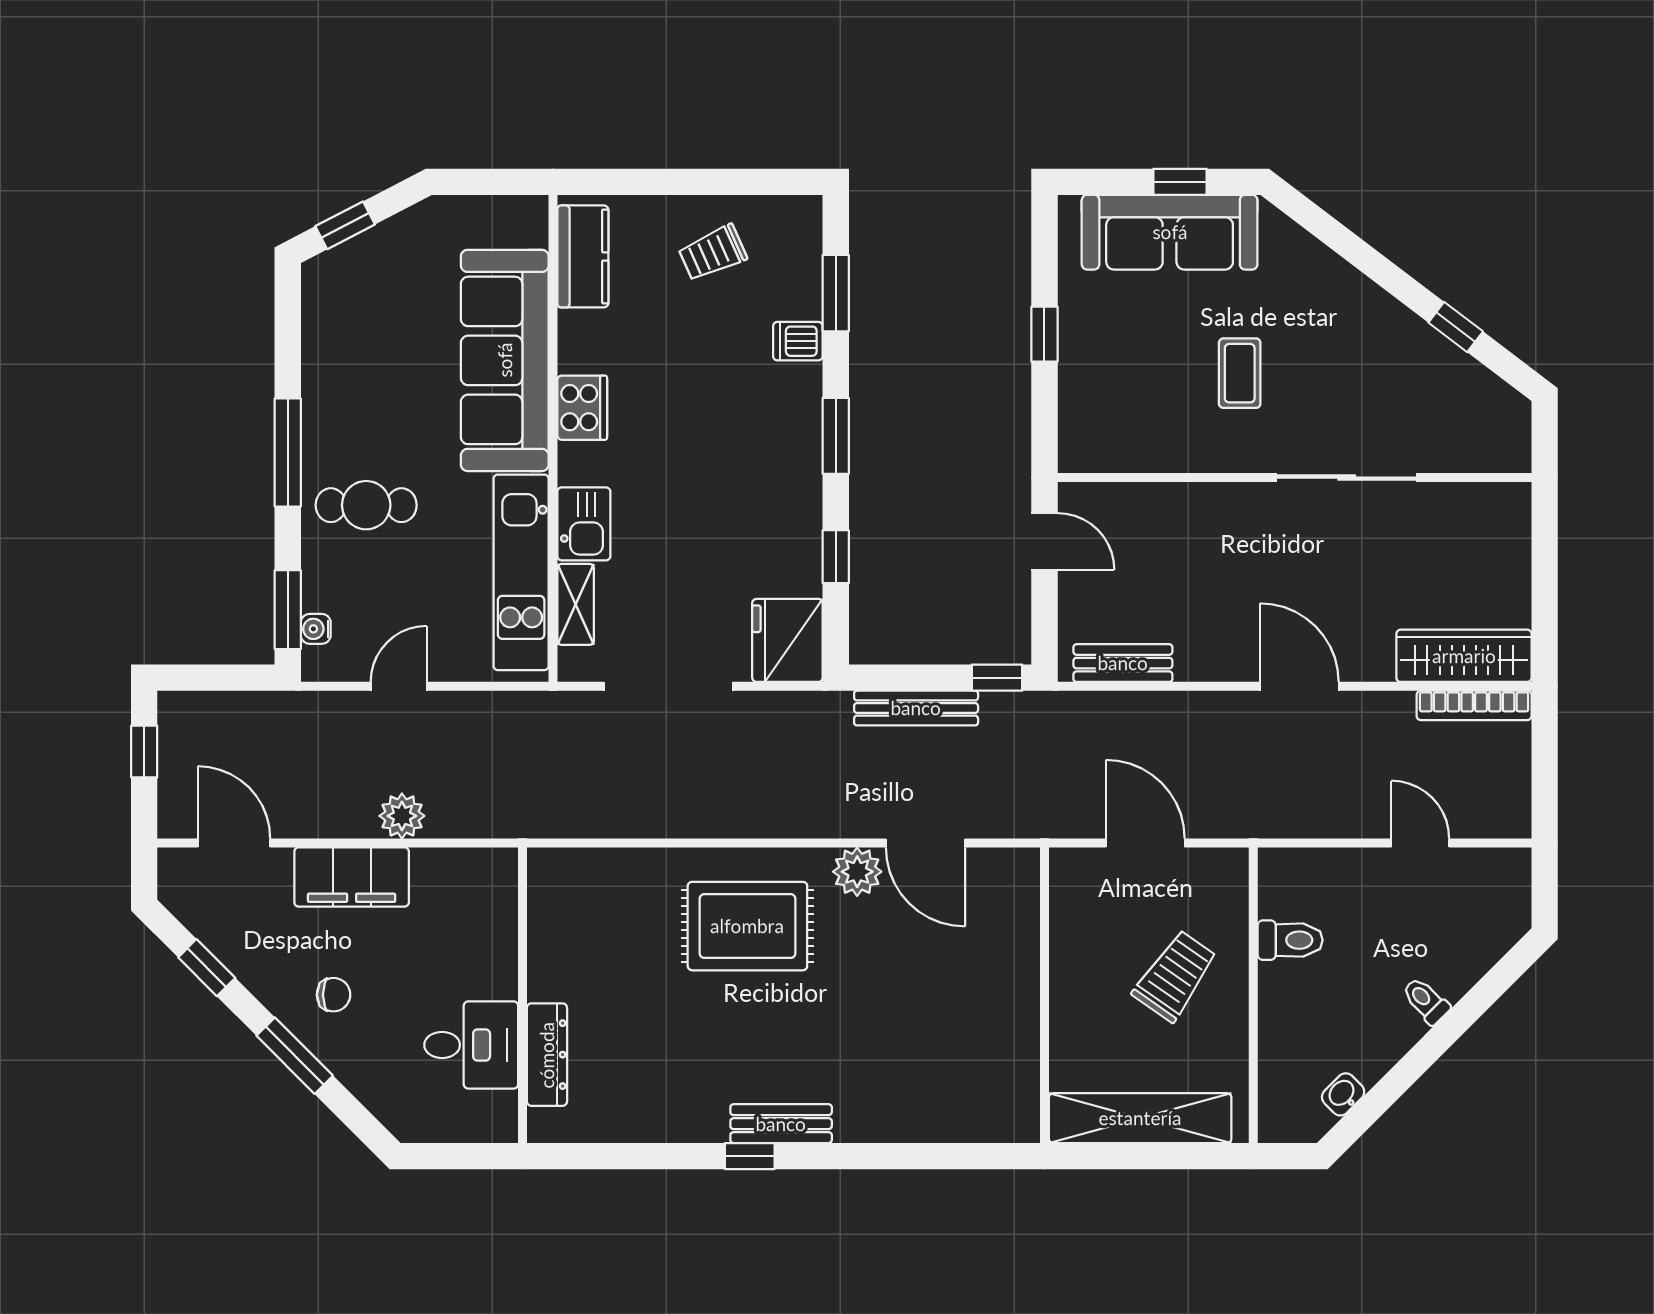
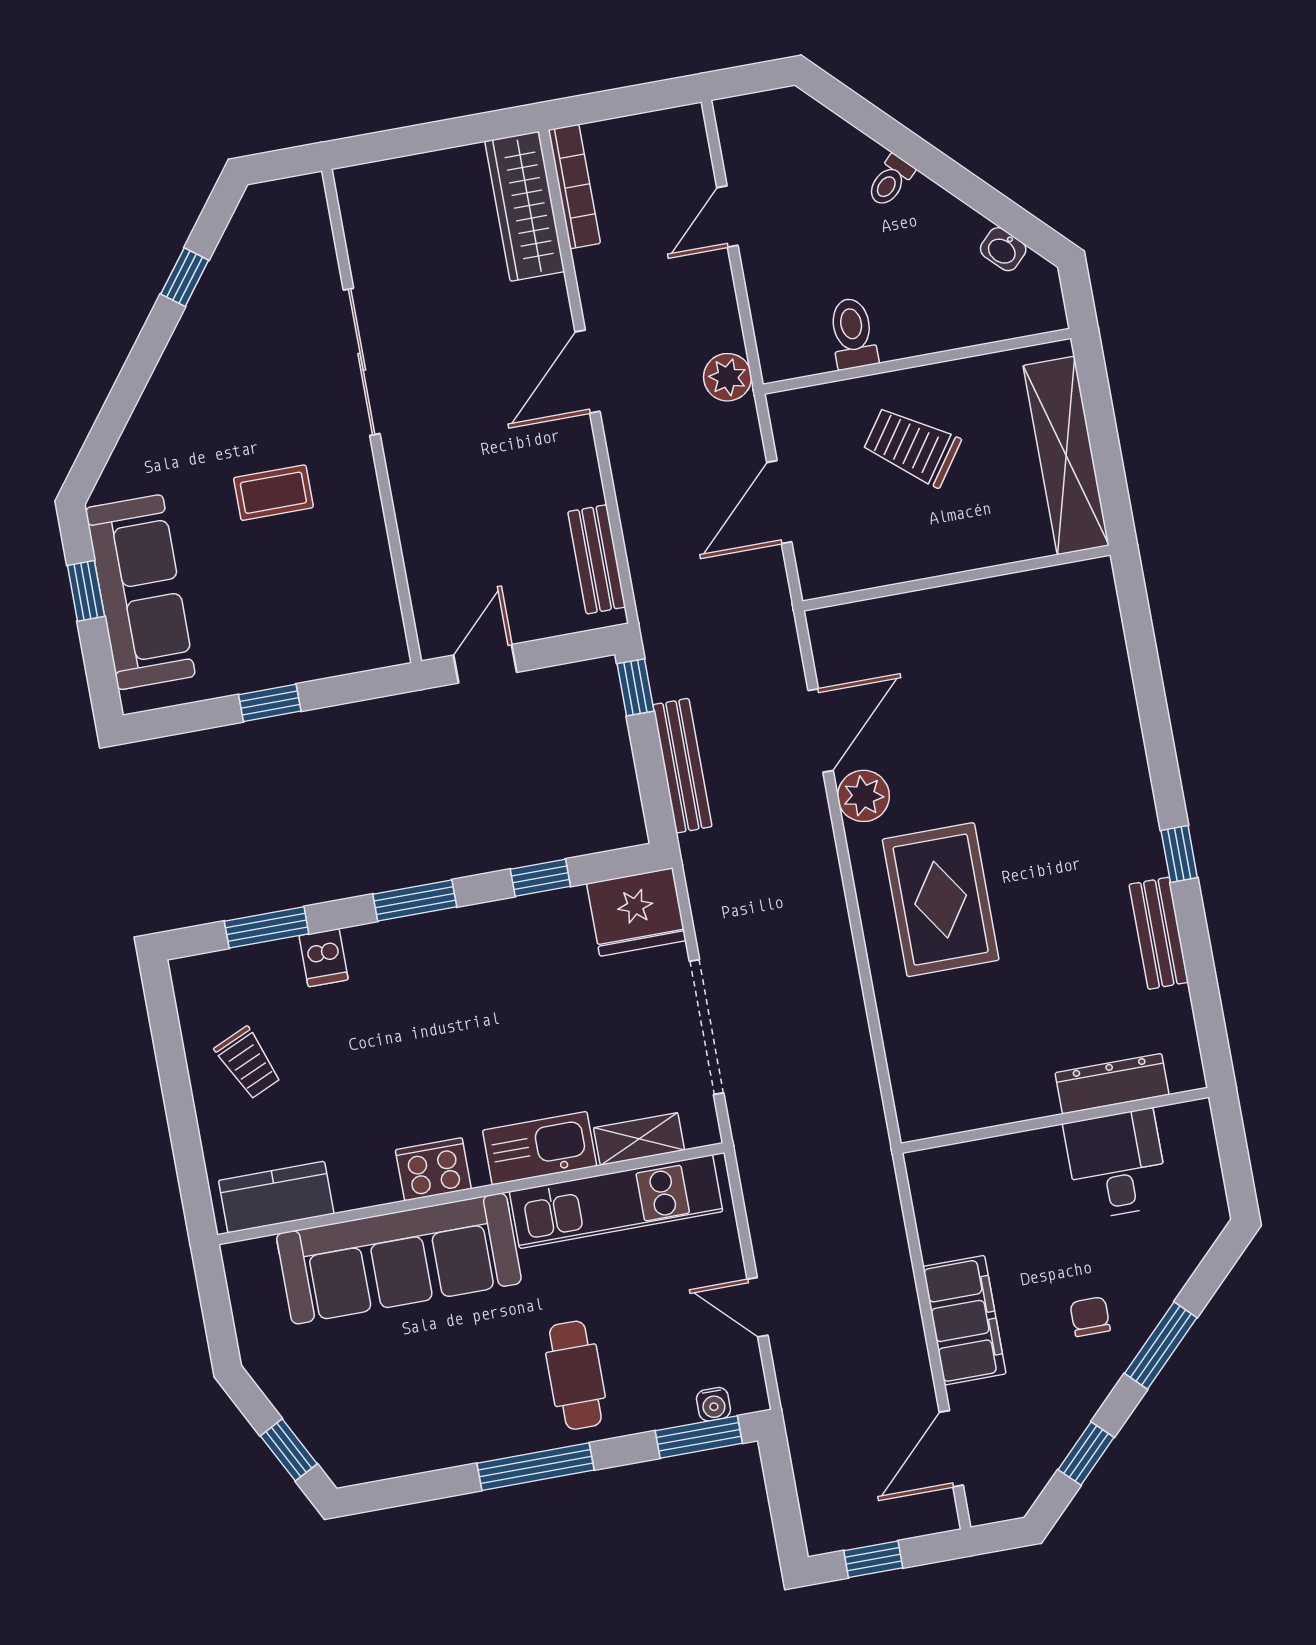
kitchen sink: (584, 524) -> (540, 1148), width x1.38
plant: (402, 816) -> (728, 377), moved
bench: (781, 1124) -> (1159, 933), moved

